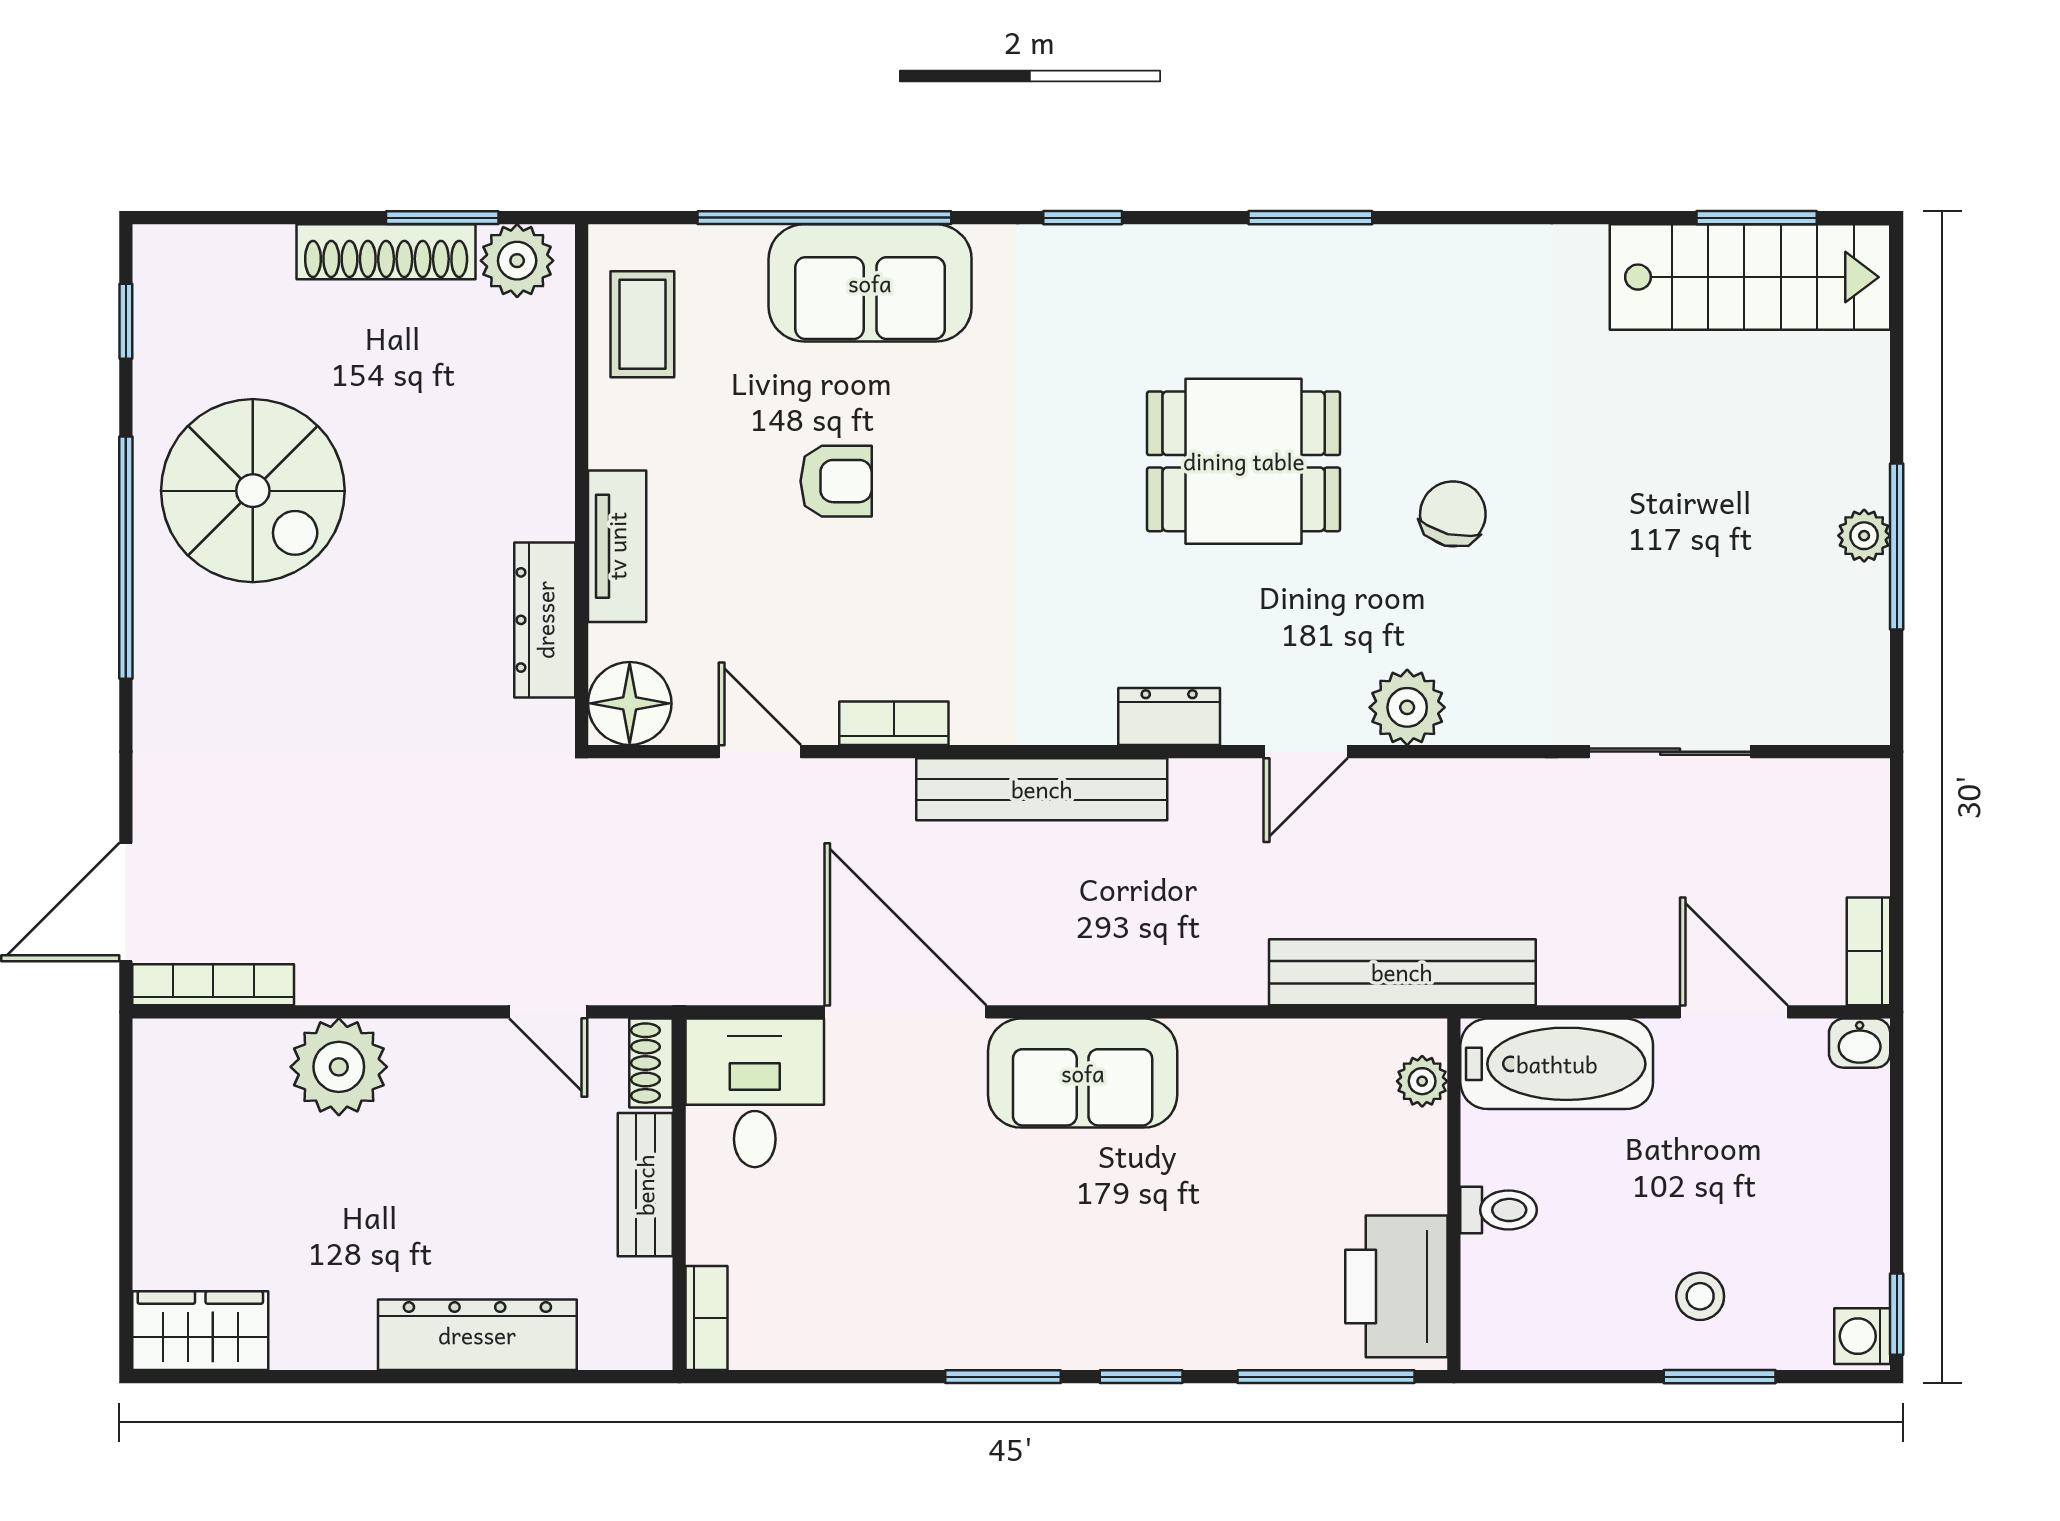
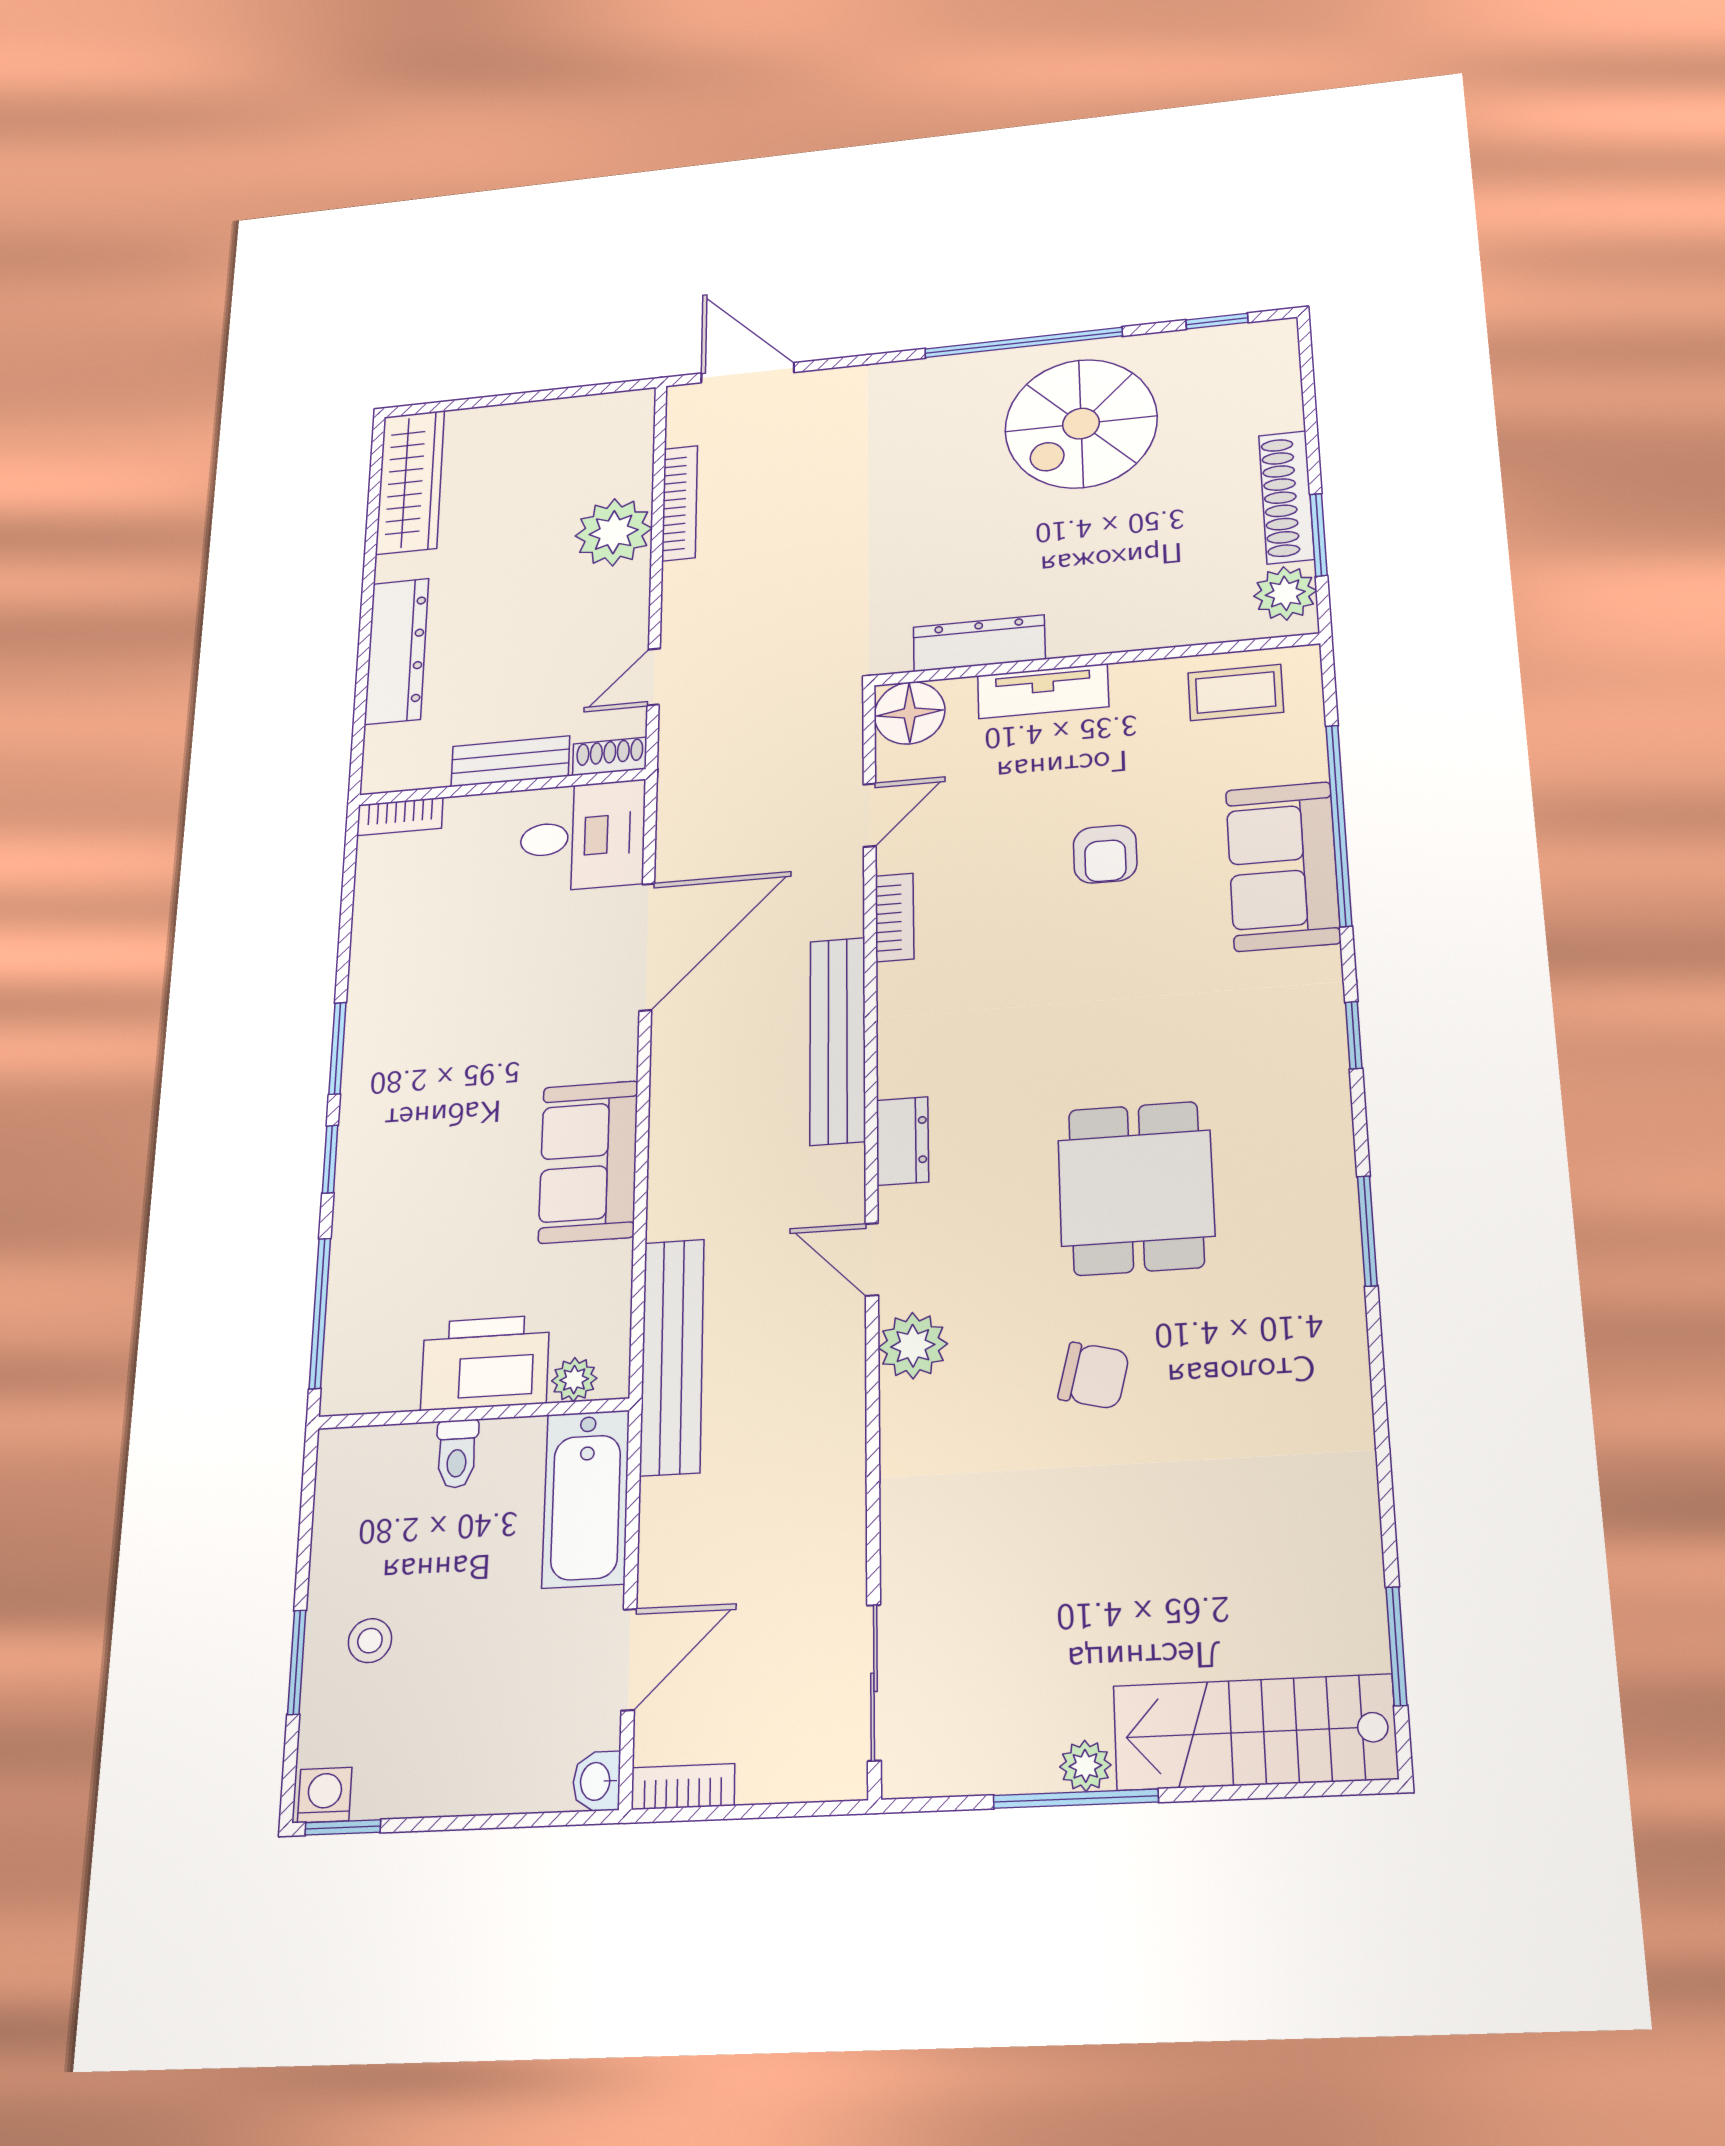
stairs: (1750, 277) -> (1254, 1732), moved, turned 90
sliding door: (1670, 752) -> (874, 1682), moved
bookcase: (213, 985) -> (680, 503), moved
sofa: (1083, 1073) -> (588, 1162), moved
printer: (1396, 1286) -> (485, 1363), moved
wardrobe: (200, 1331) -> (410, 482), width x1.50

